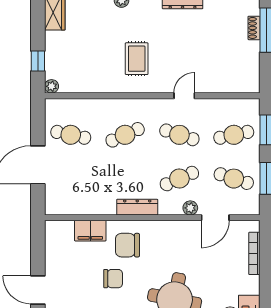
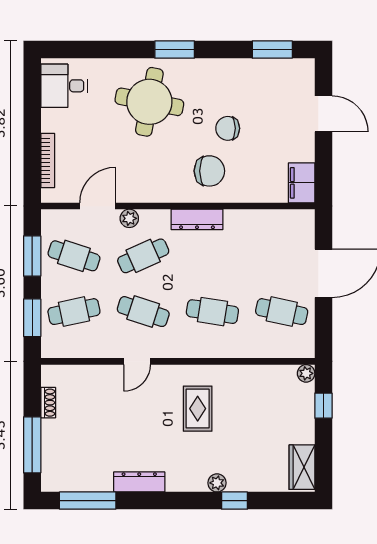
shoe rack: (254, 28) -> (48, 403), moved
cafe table: (125, 135) -> (212, 312), turned 33
filing cabinet: (90, 231) -> (302, 183), moved, turned -90

